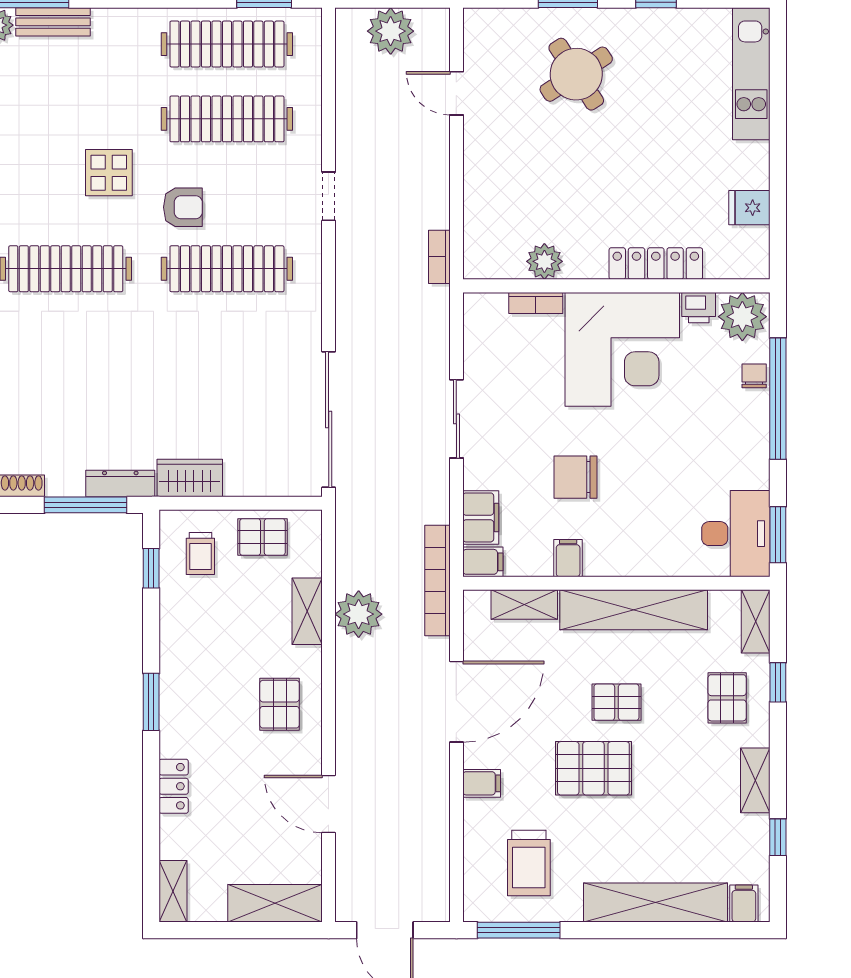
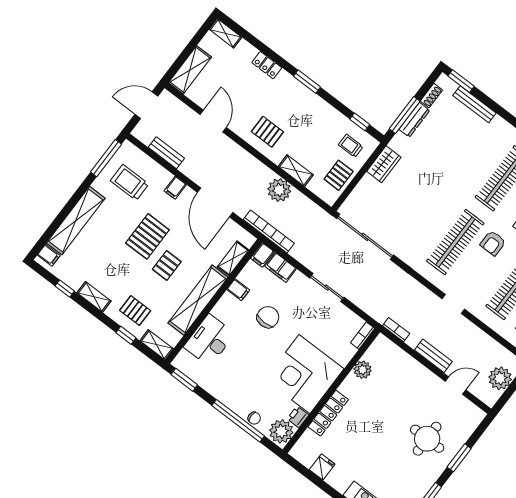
round table: (576, 74) -> (427, 439), turned 33
bench: (436, 165) -> (433, 356), added
bookcase: (536, 303) -> (363, 336), moved
dresser: (120, 483) -> (414, 120), moved
desk: (736, 534) -> (209, 340), moved, turned 90
door: (329, 804) -> (213, 121), hinge flipped
bench: (436, 840) -> (166, 153), added

